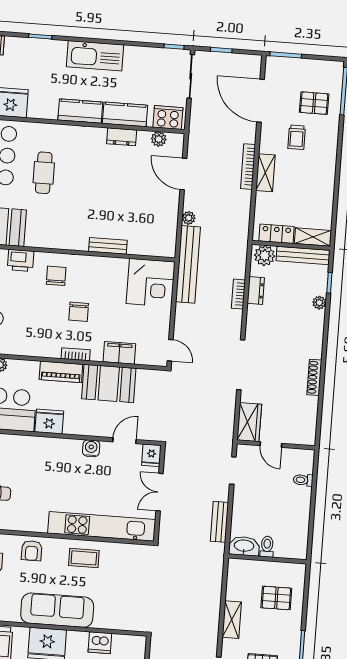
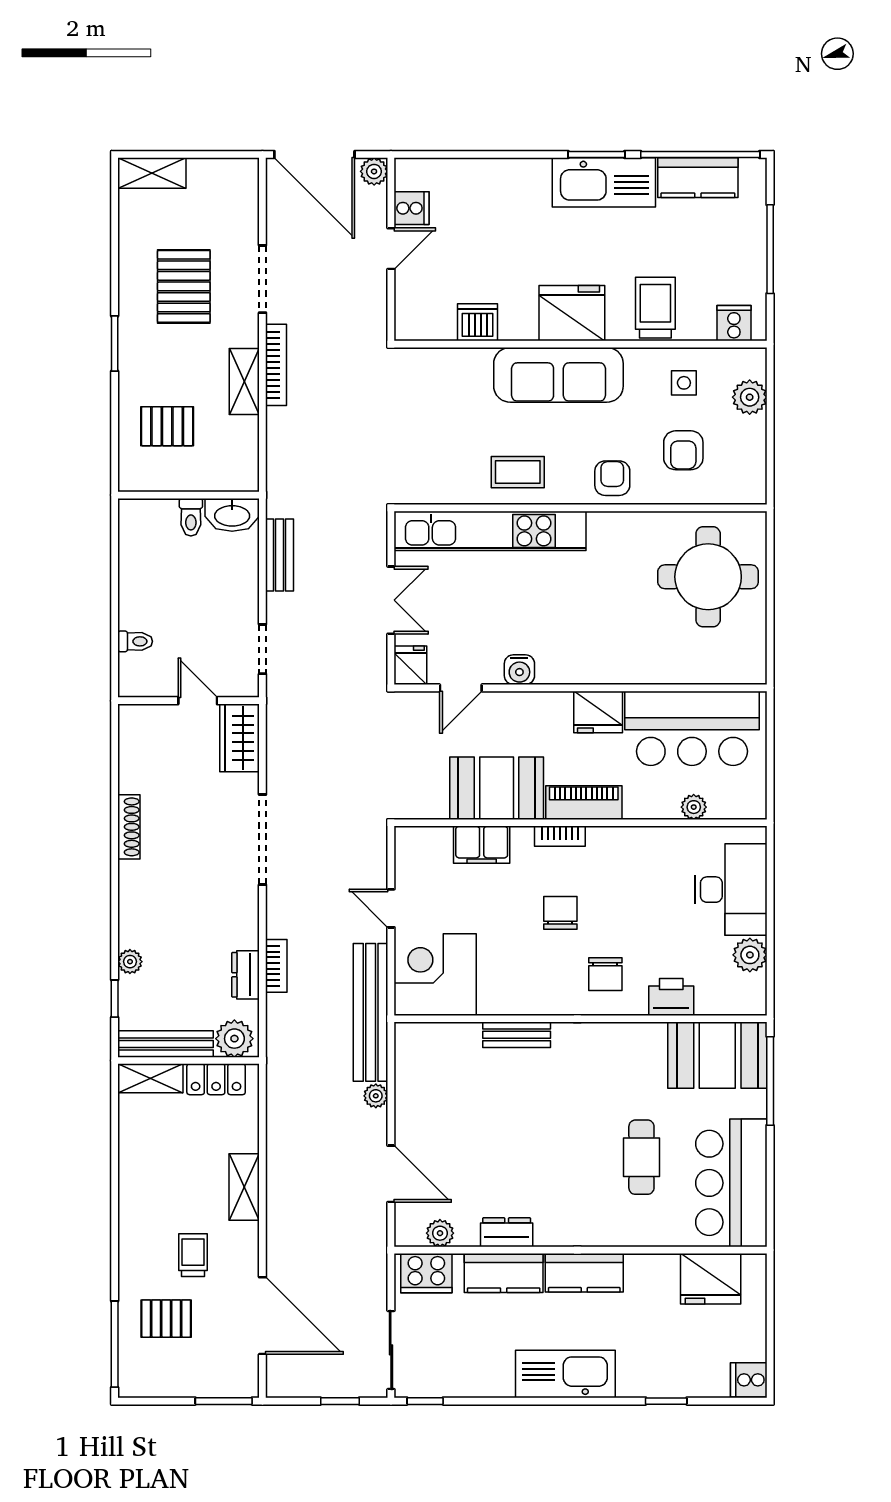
bookcase: (248, 167) -> (276, 365), moved
door: (170, 350) -> (391, 908), moved

